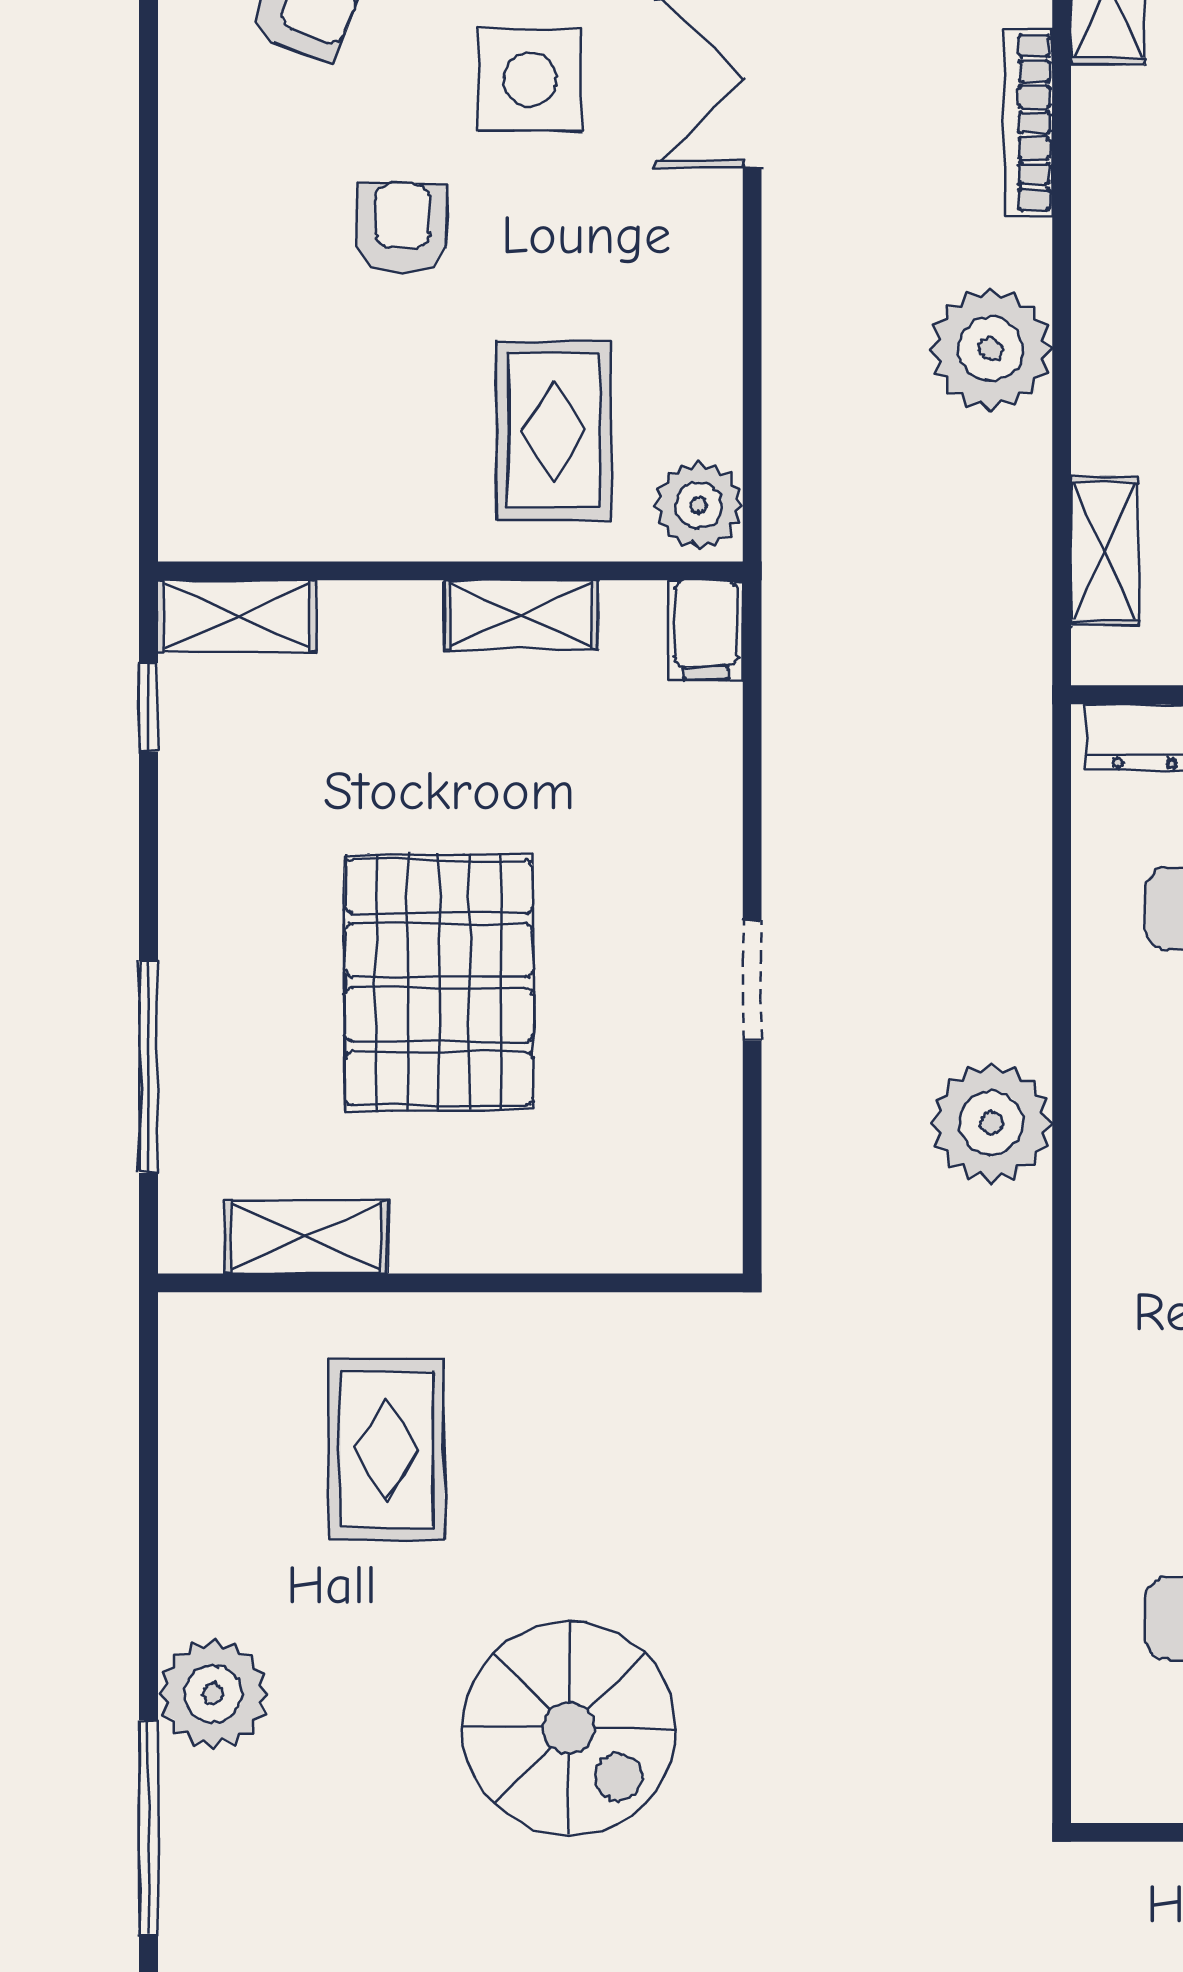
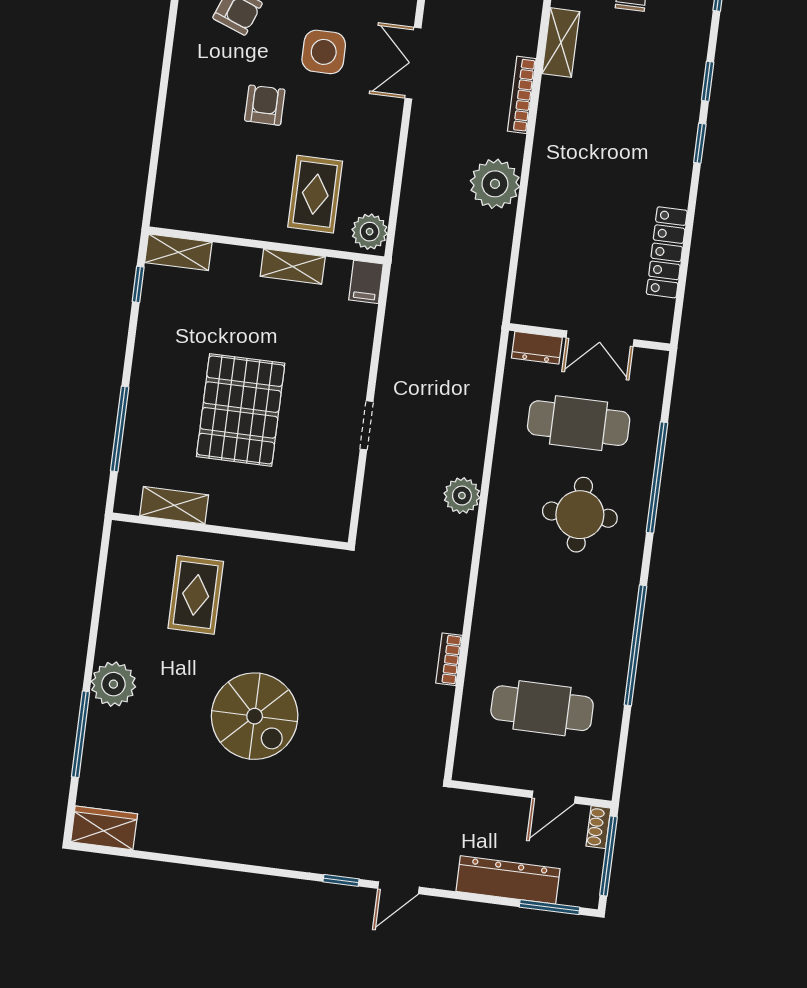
shelving: (1104, 551) -> (530, 271), removed
plant: (991, 1123) -> (462, 496), width x0.73, depth x0.73
bookcase: (1027, 1528) -> (449, 659), added

